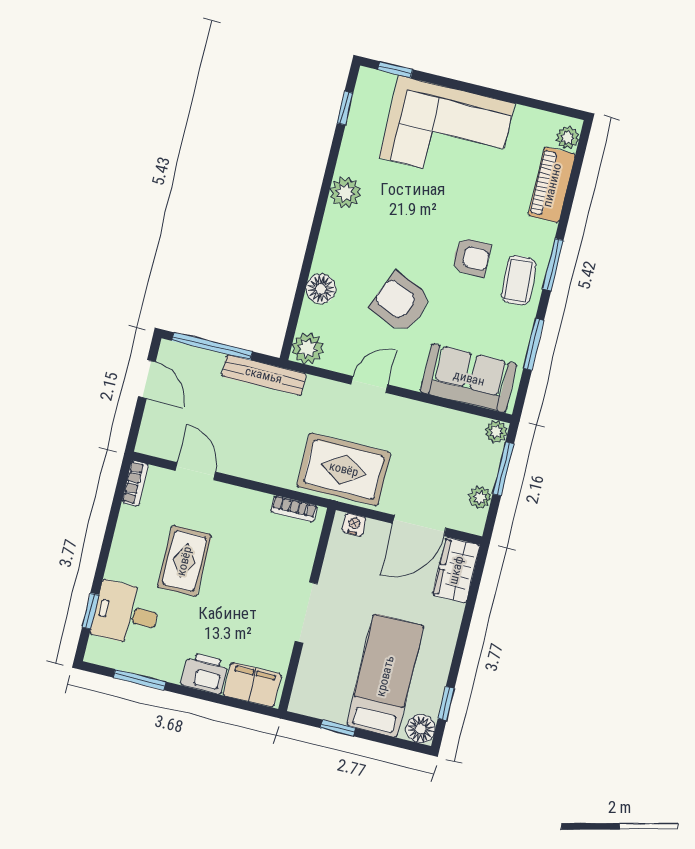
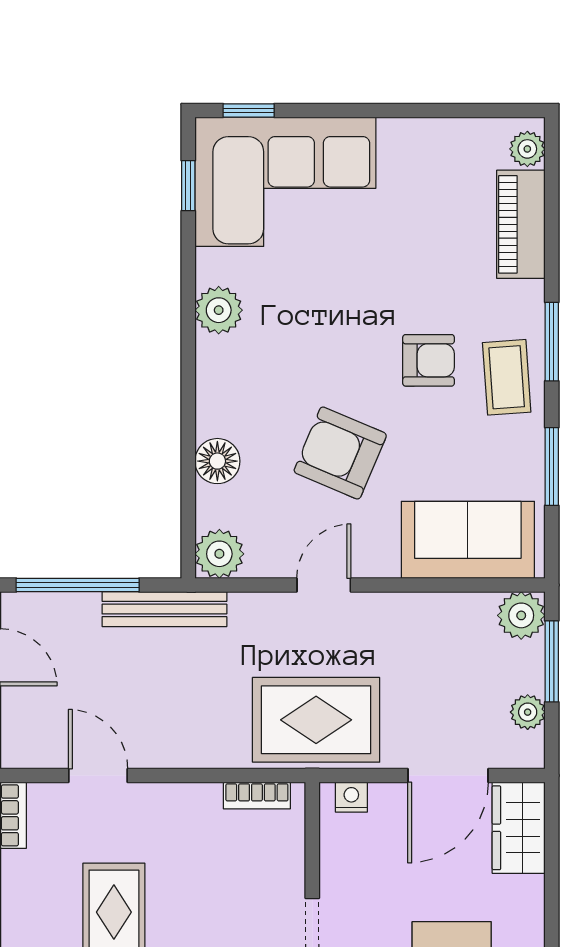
corner sofa: (447, 130) -> (285, 182), moved
plant: (496, 432) -> (521, 615), width x1.38, depth x1.38

